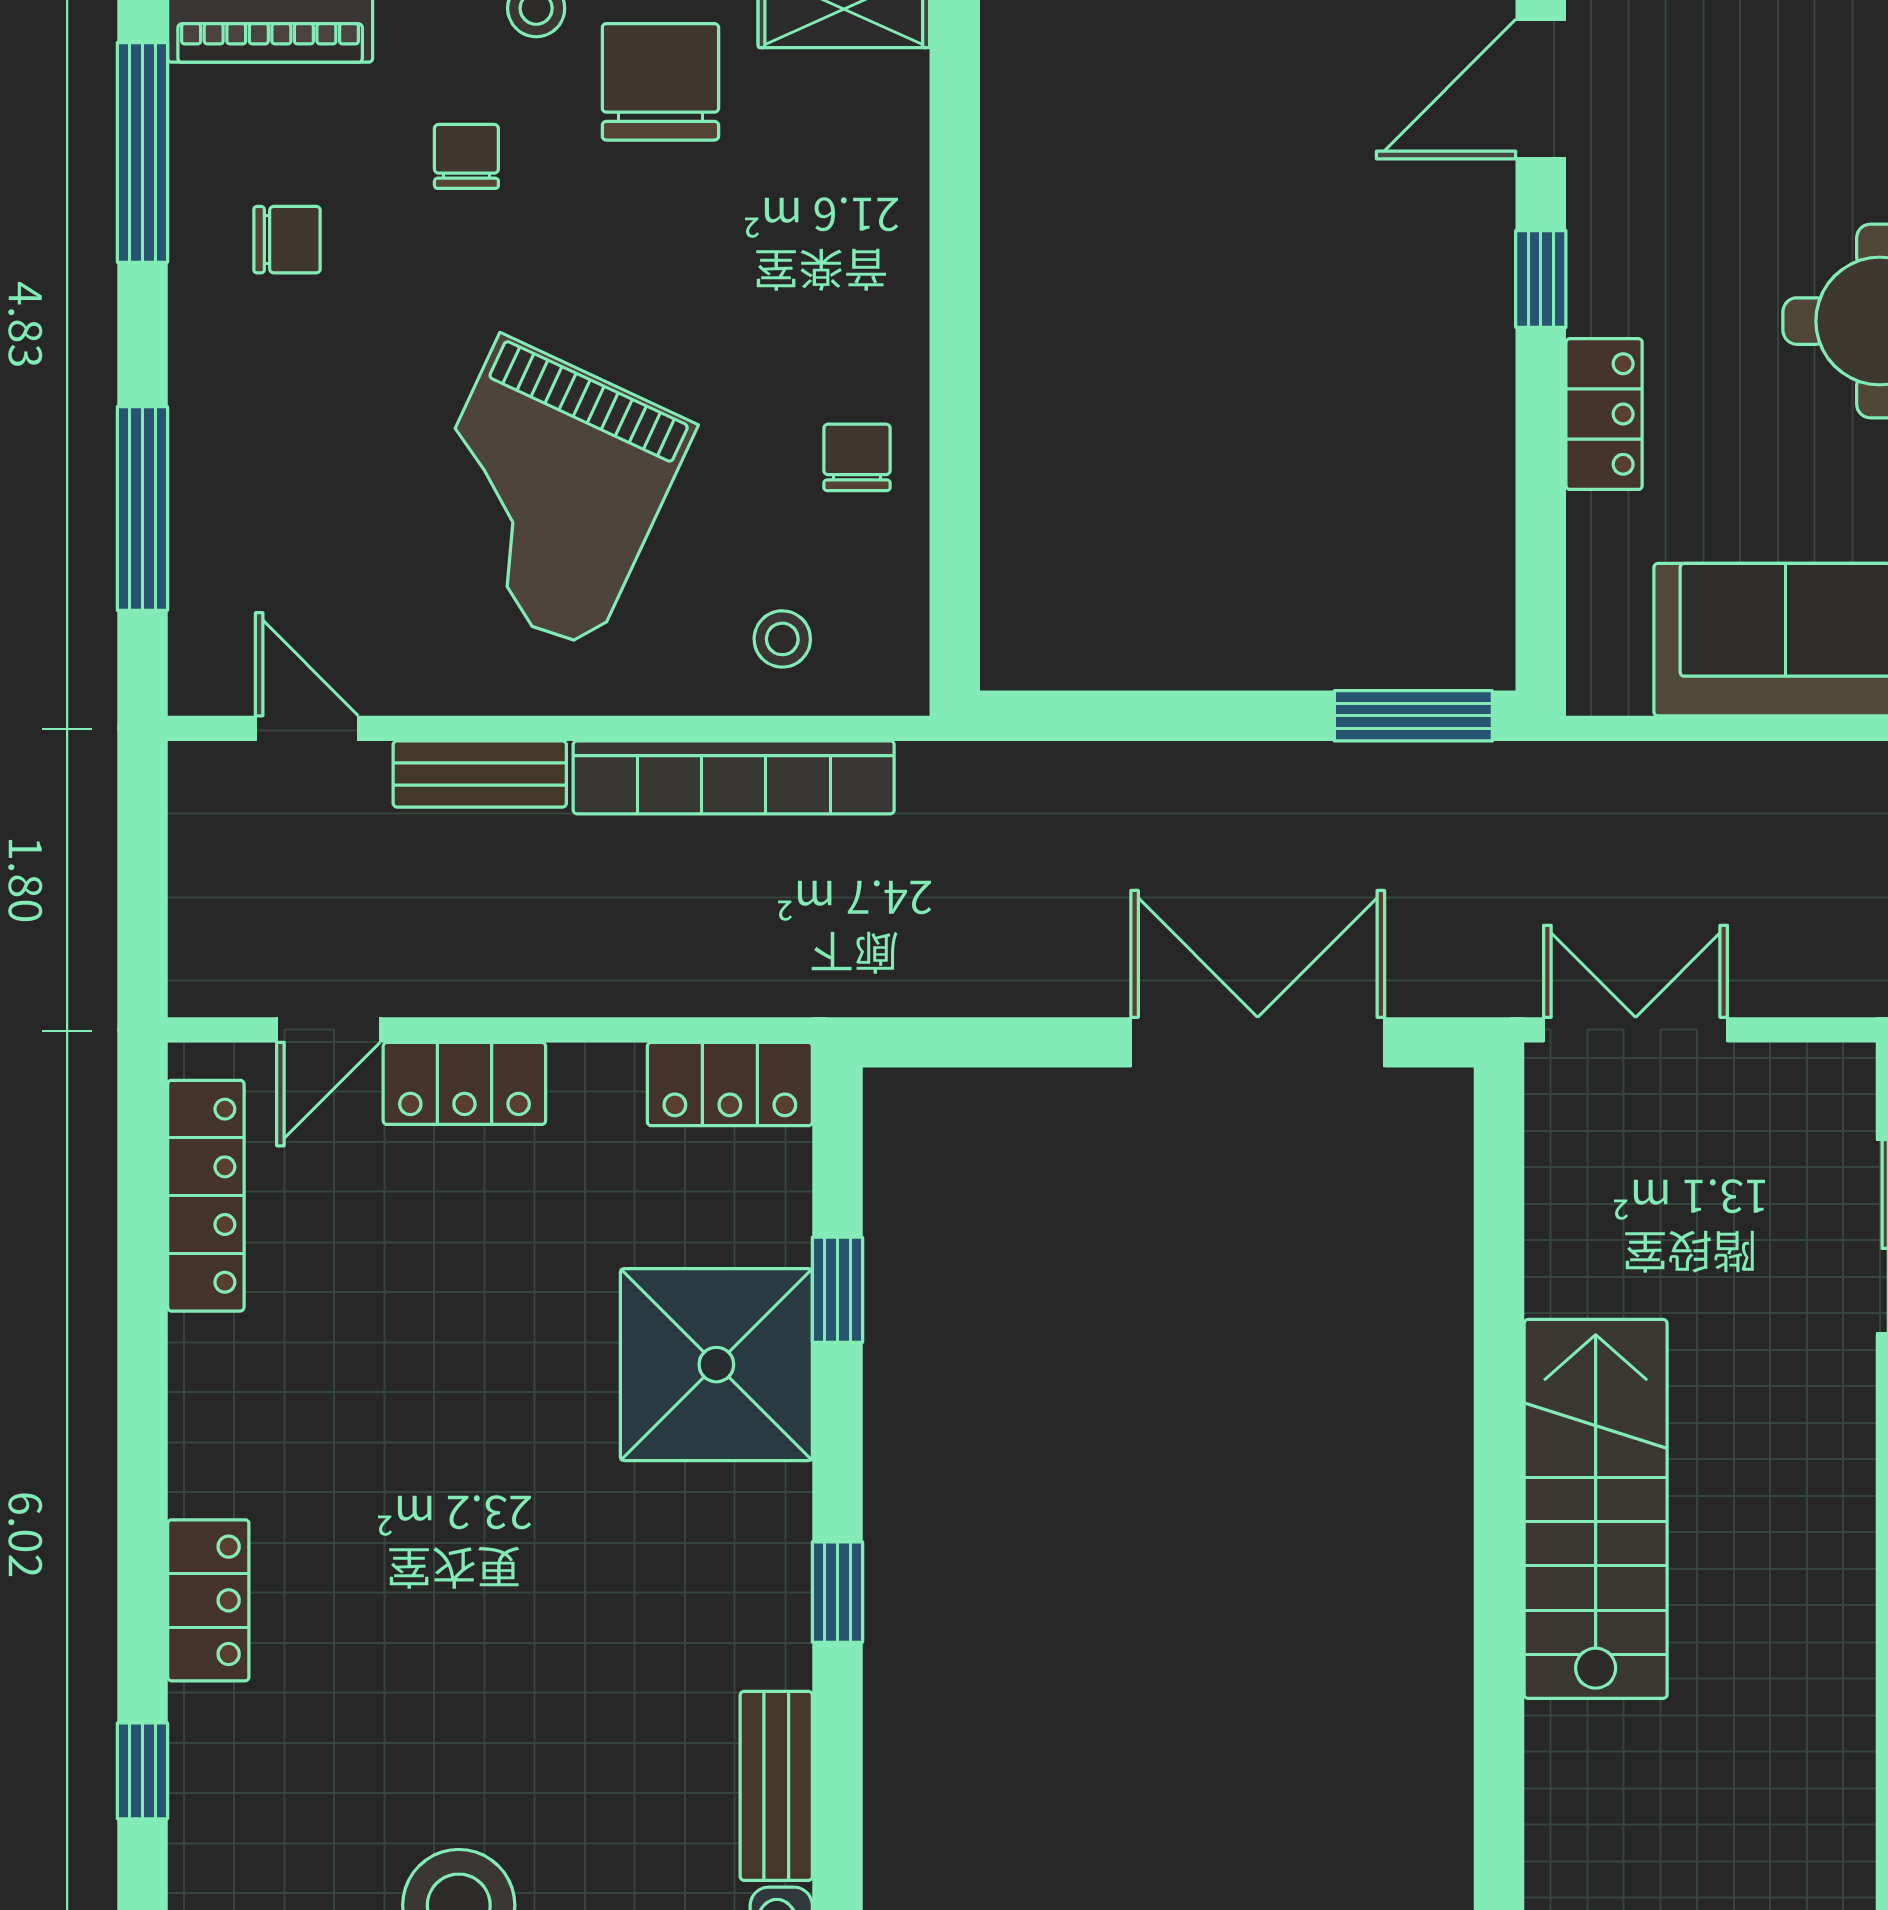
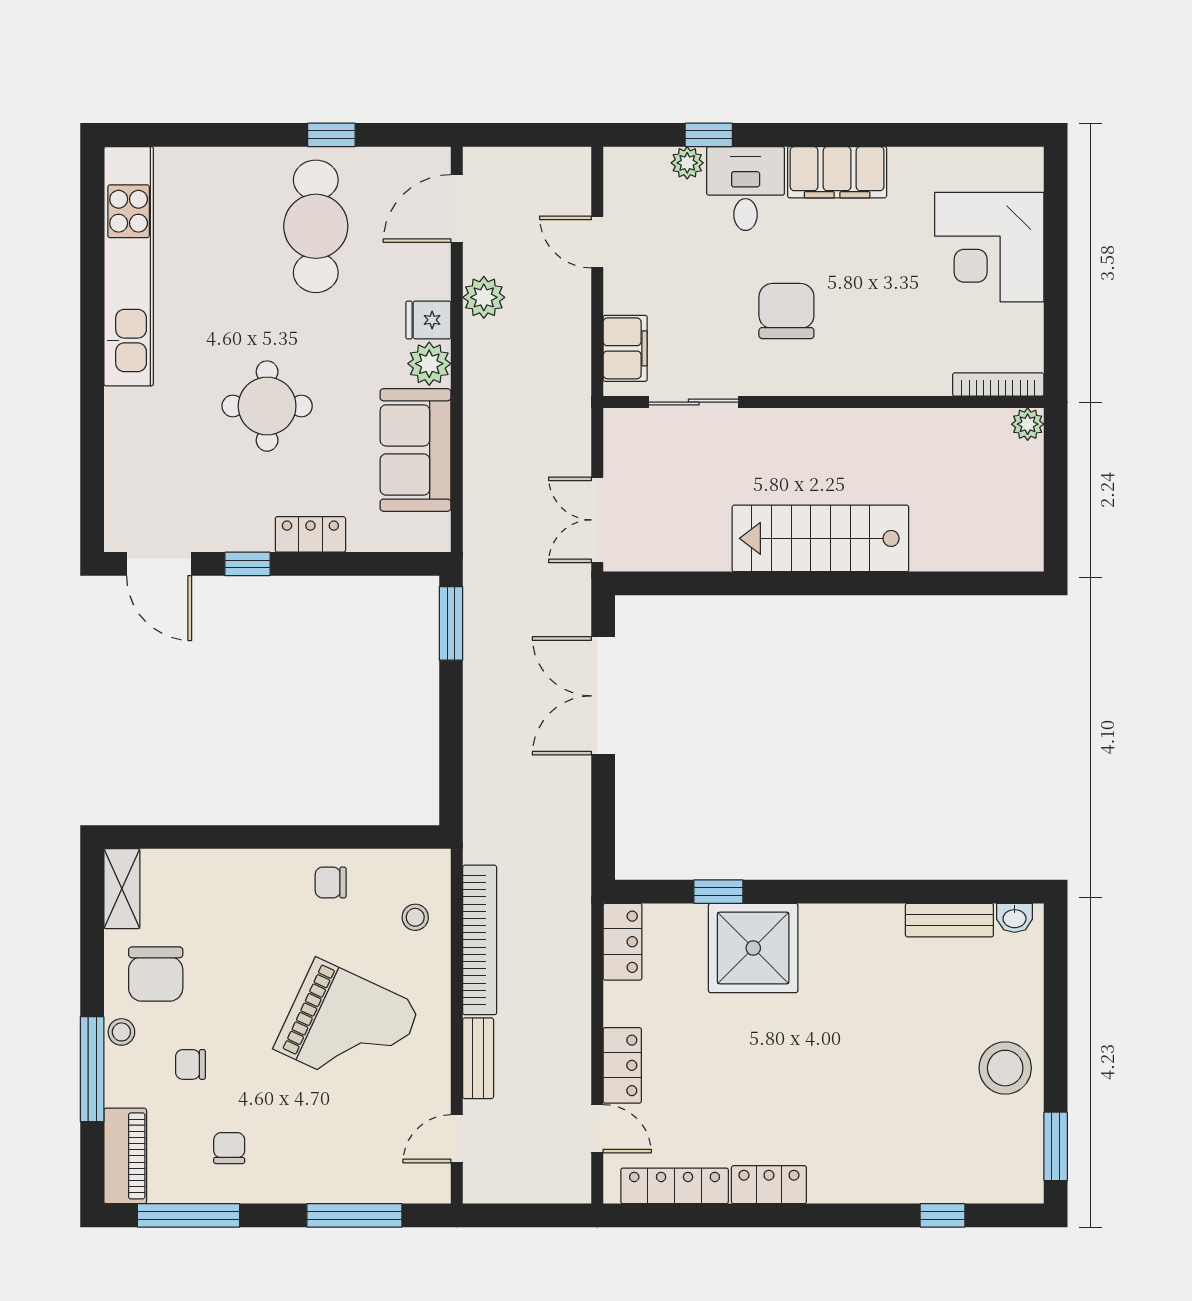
chair: (660, 82) -> (156, 974), turned -90
window: (837, 1592) -> (859, 892), removed
locker: (208, 1600) -> (769, 1185), moved

